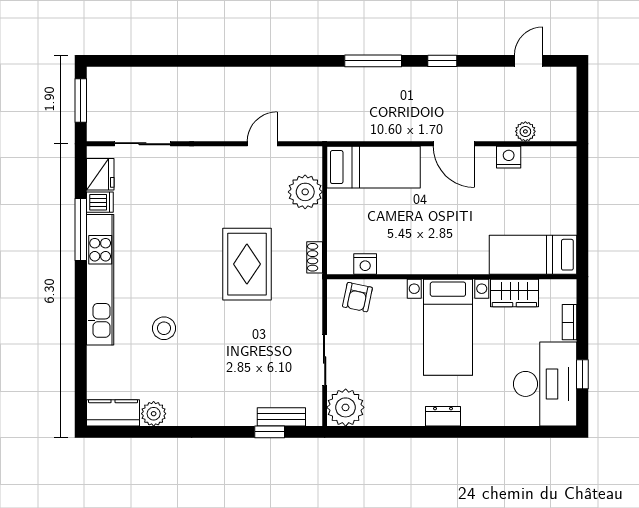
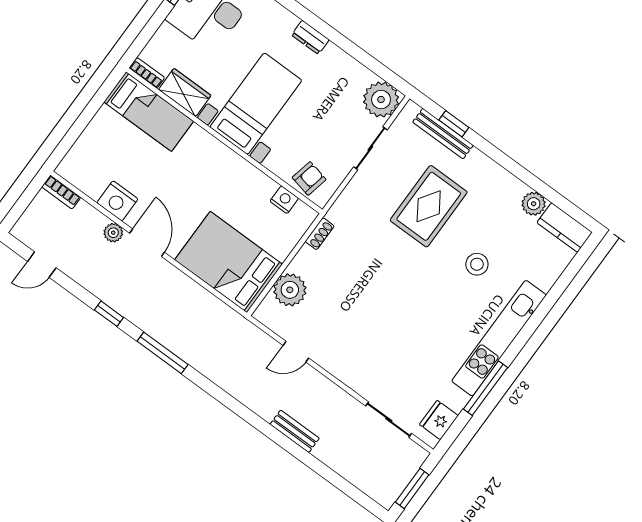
bench: (214, 76) -> (295, 431), added
plant: (525, 131) -> (113, 233), moved
bookcase: (557, 134) -> (61, 192), added
nightstand: (509, 157) -> (117, 201), width x1.36, depth x1.33
bed: (374, 167) -> (229, 262), width x1.50
dishwasher: (100, 202) -> (455, 399), removed
rug: (247, 264) -> (429, 206), moved
bookcase: (569, 322) -> (147, 73), moved, turned -90
bench: (281, 417) -> (443, 134), width x1.36

